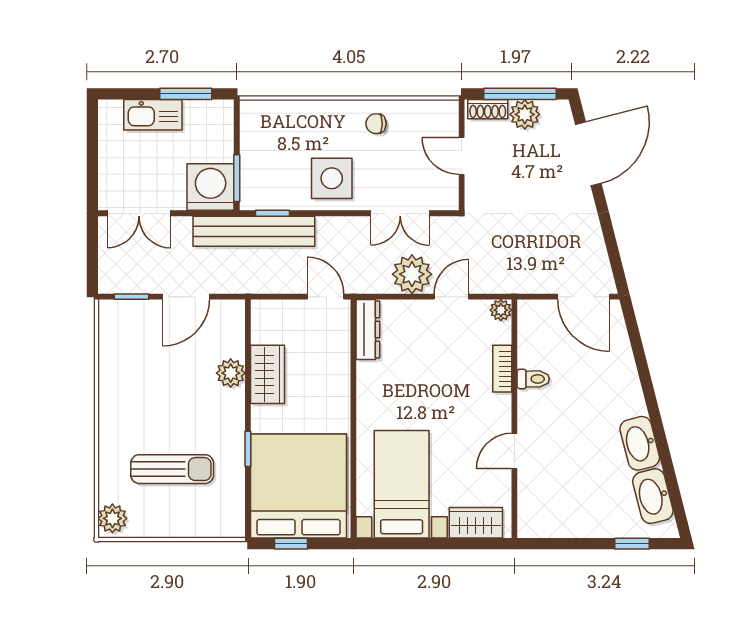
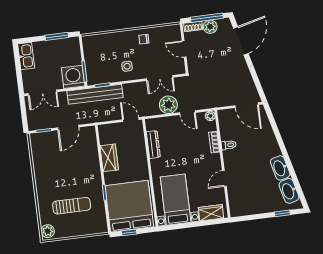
kitchen sink: (153, 115) -> (26, 56), moved, turned -90
side table: (332, 178) -> (127, 66), width x0.54, depth x0.54
door: (451, 297) -> (187, 113), swing flipped
dresser: (368, 329) -> (153, 144), moved
plant: (231, 373) -> (93, 159), removed

